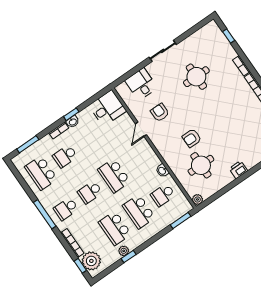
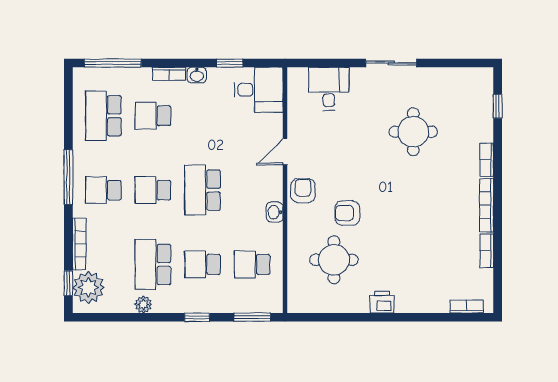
armchair: (160, 112) -> (303, 191), moved
window: (71, 114) -> (230, 63), moved
window: (28, 144) -> (113, 63), width x1.44
washbasin: (162, 171) -> (275, 212), moved
plant: (197, 199) -> (296, 304), removed
school desk: (139, 212) -> (203, 264), width x0.54
window: (129, 256) -> (197, 317), moved

